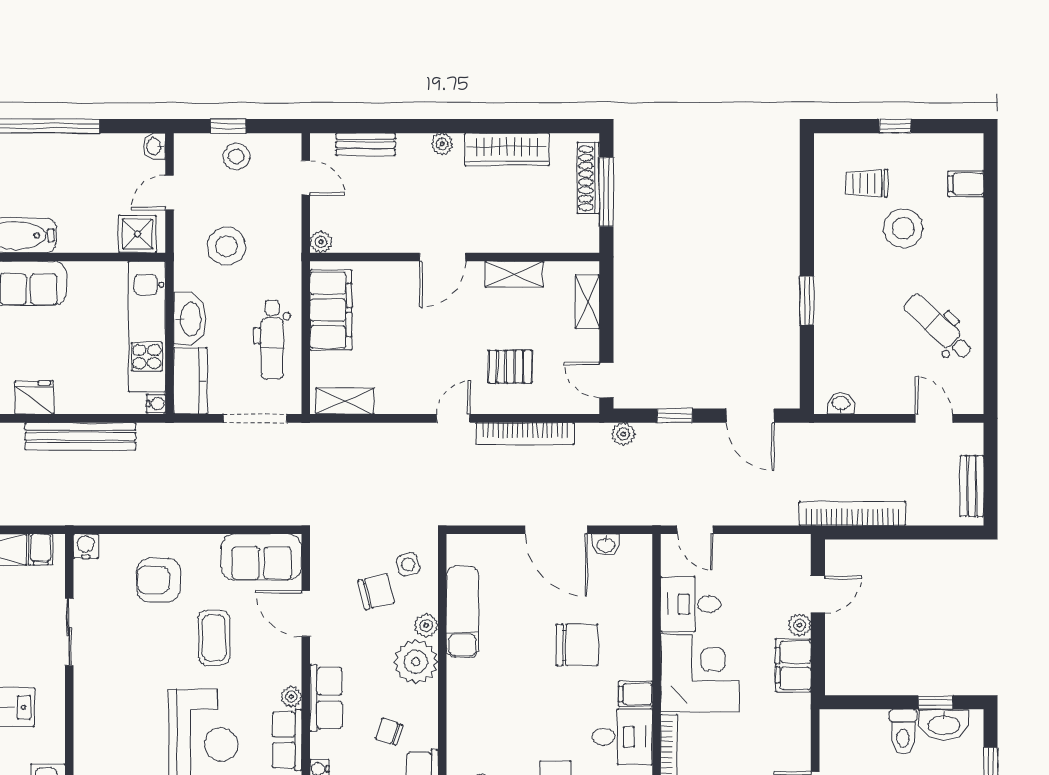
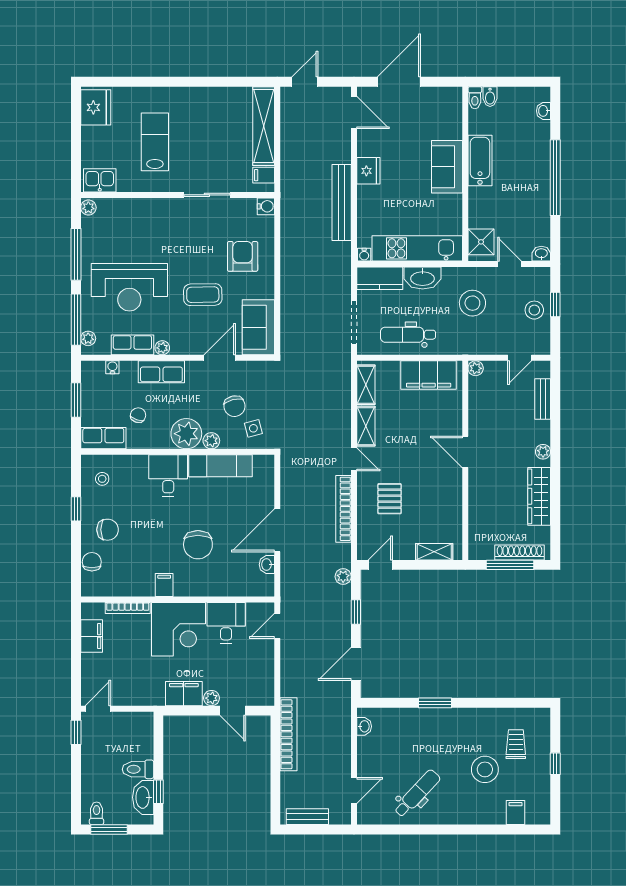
shelving: (514, 274) -> (366, 426), moved
desk: (622, 737) -> (168, 475), moved, turned 180

